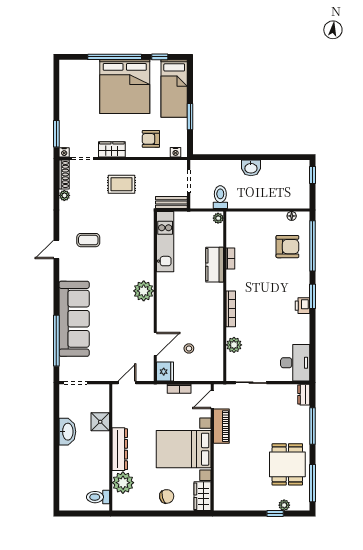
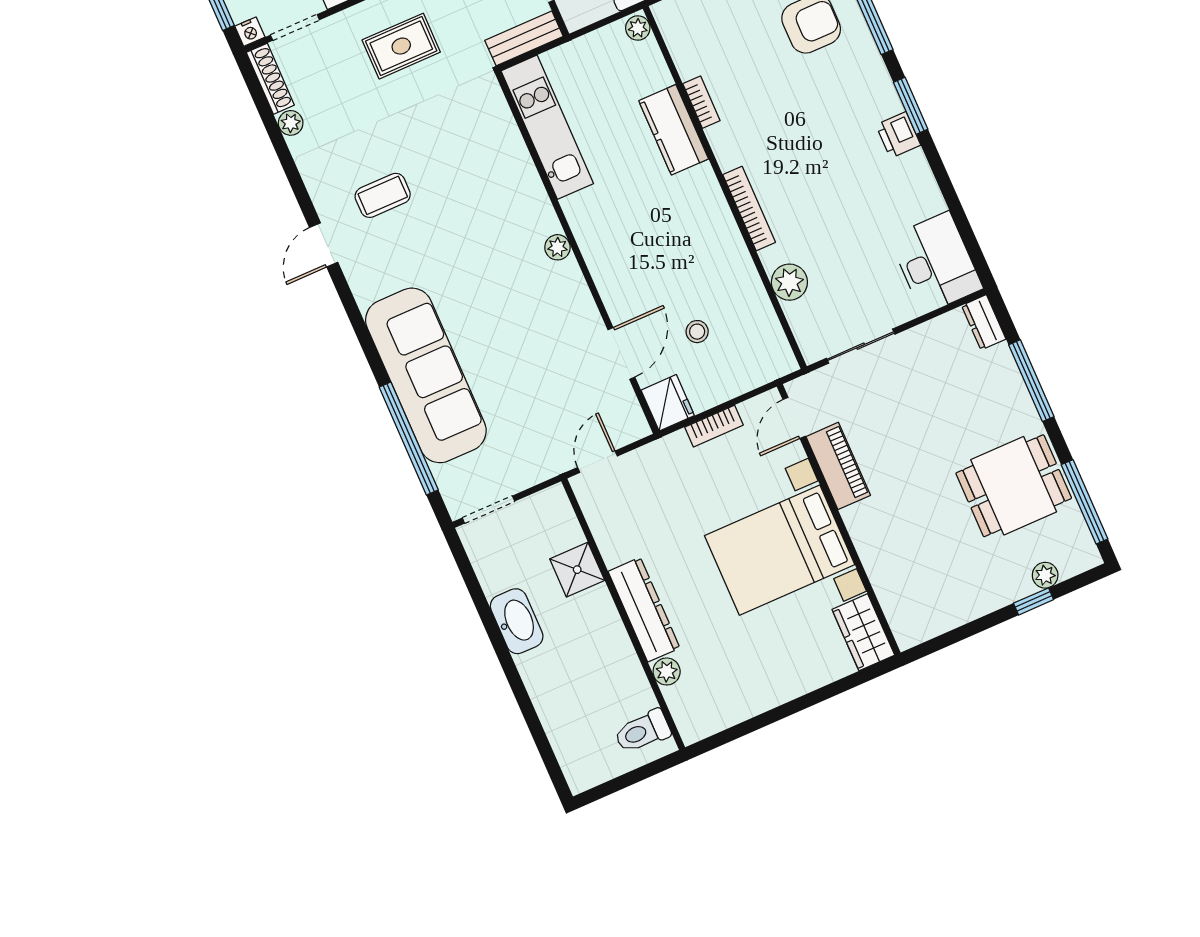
plant: (144, 291) -> (557, 247), width x0.53, depth x0.53
dining table: (287, 464) -> (1014, 486), turned 90
plant: (123, 483) -> (667, 671), width x0.53, depth x0.53
chair: (167, 496) -> (788, 666), removed

